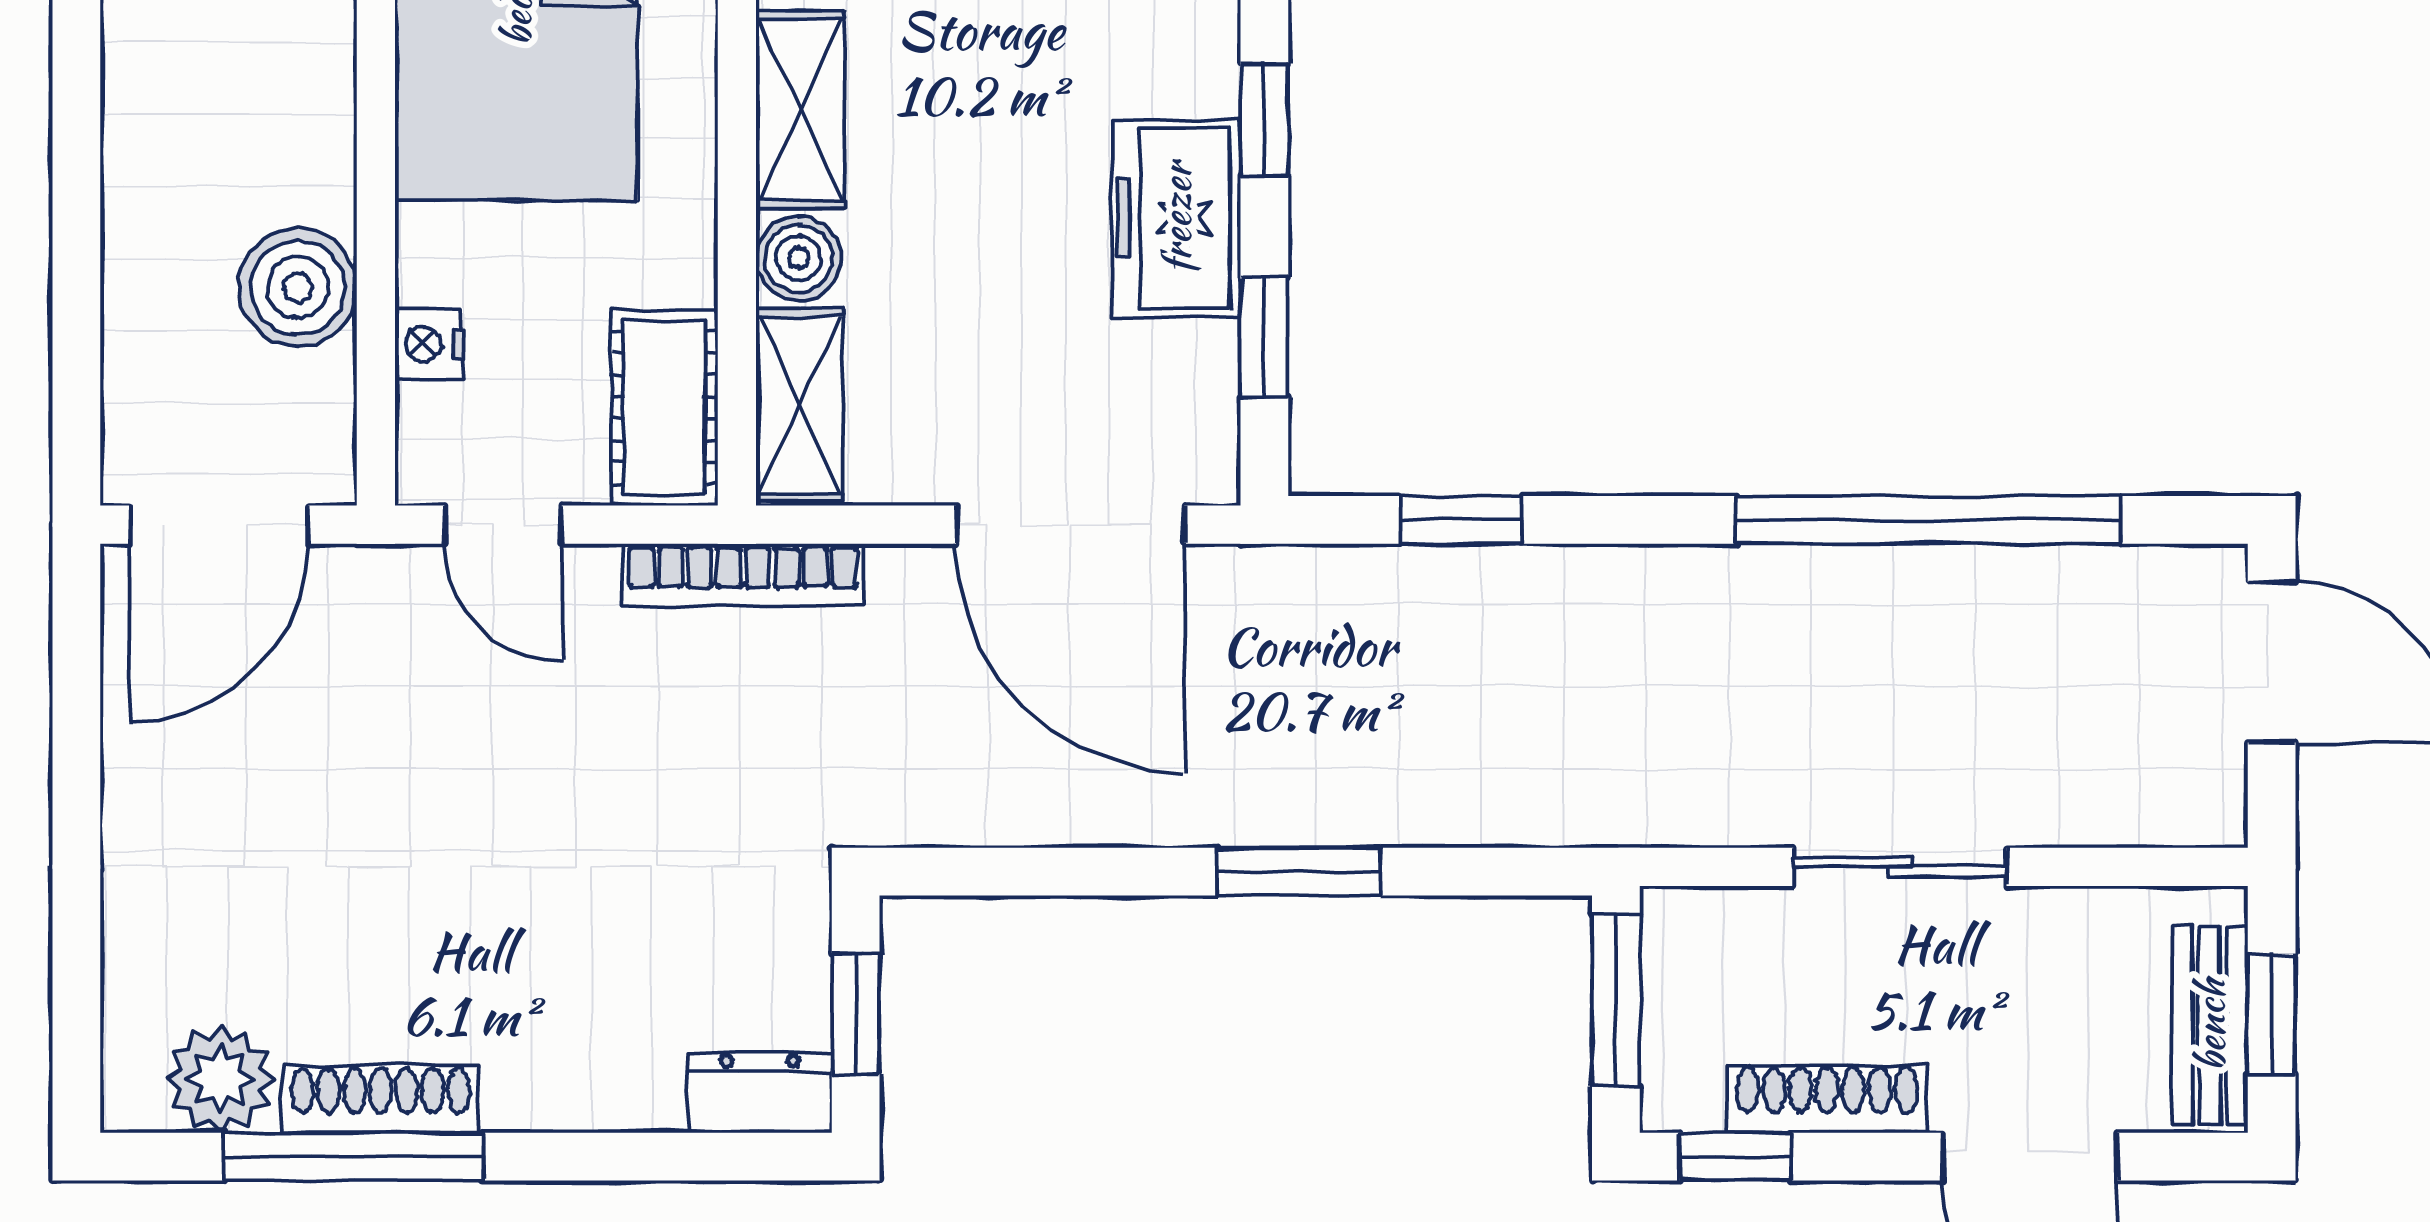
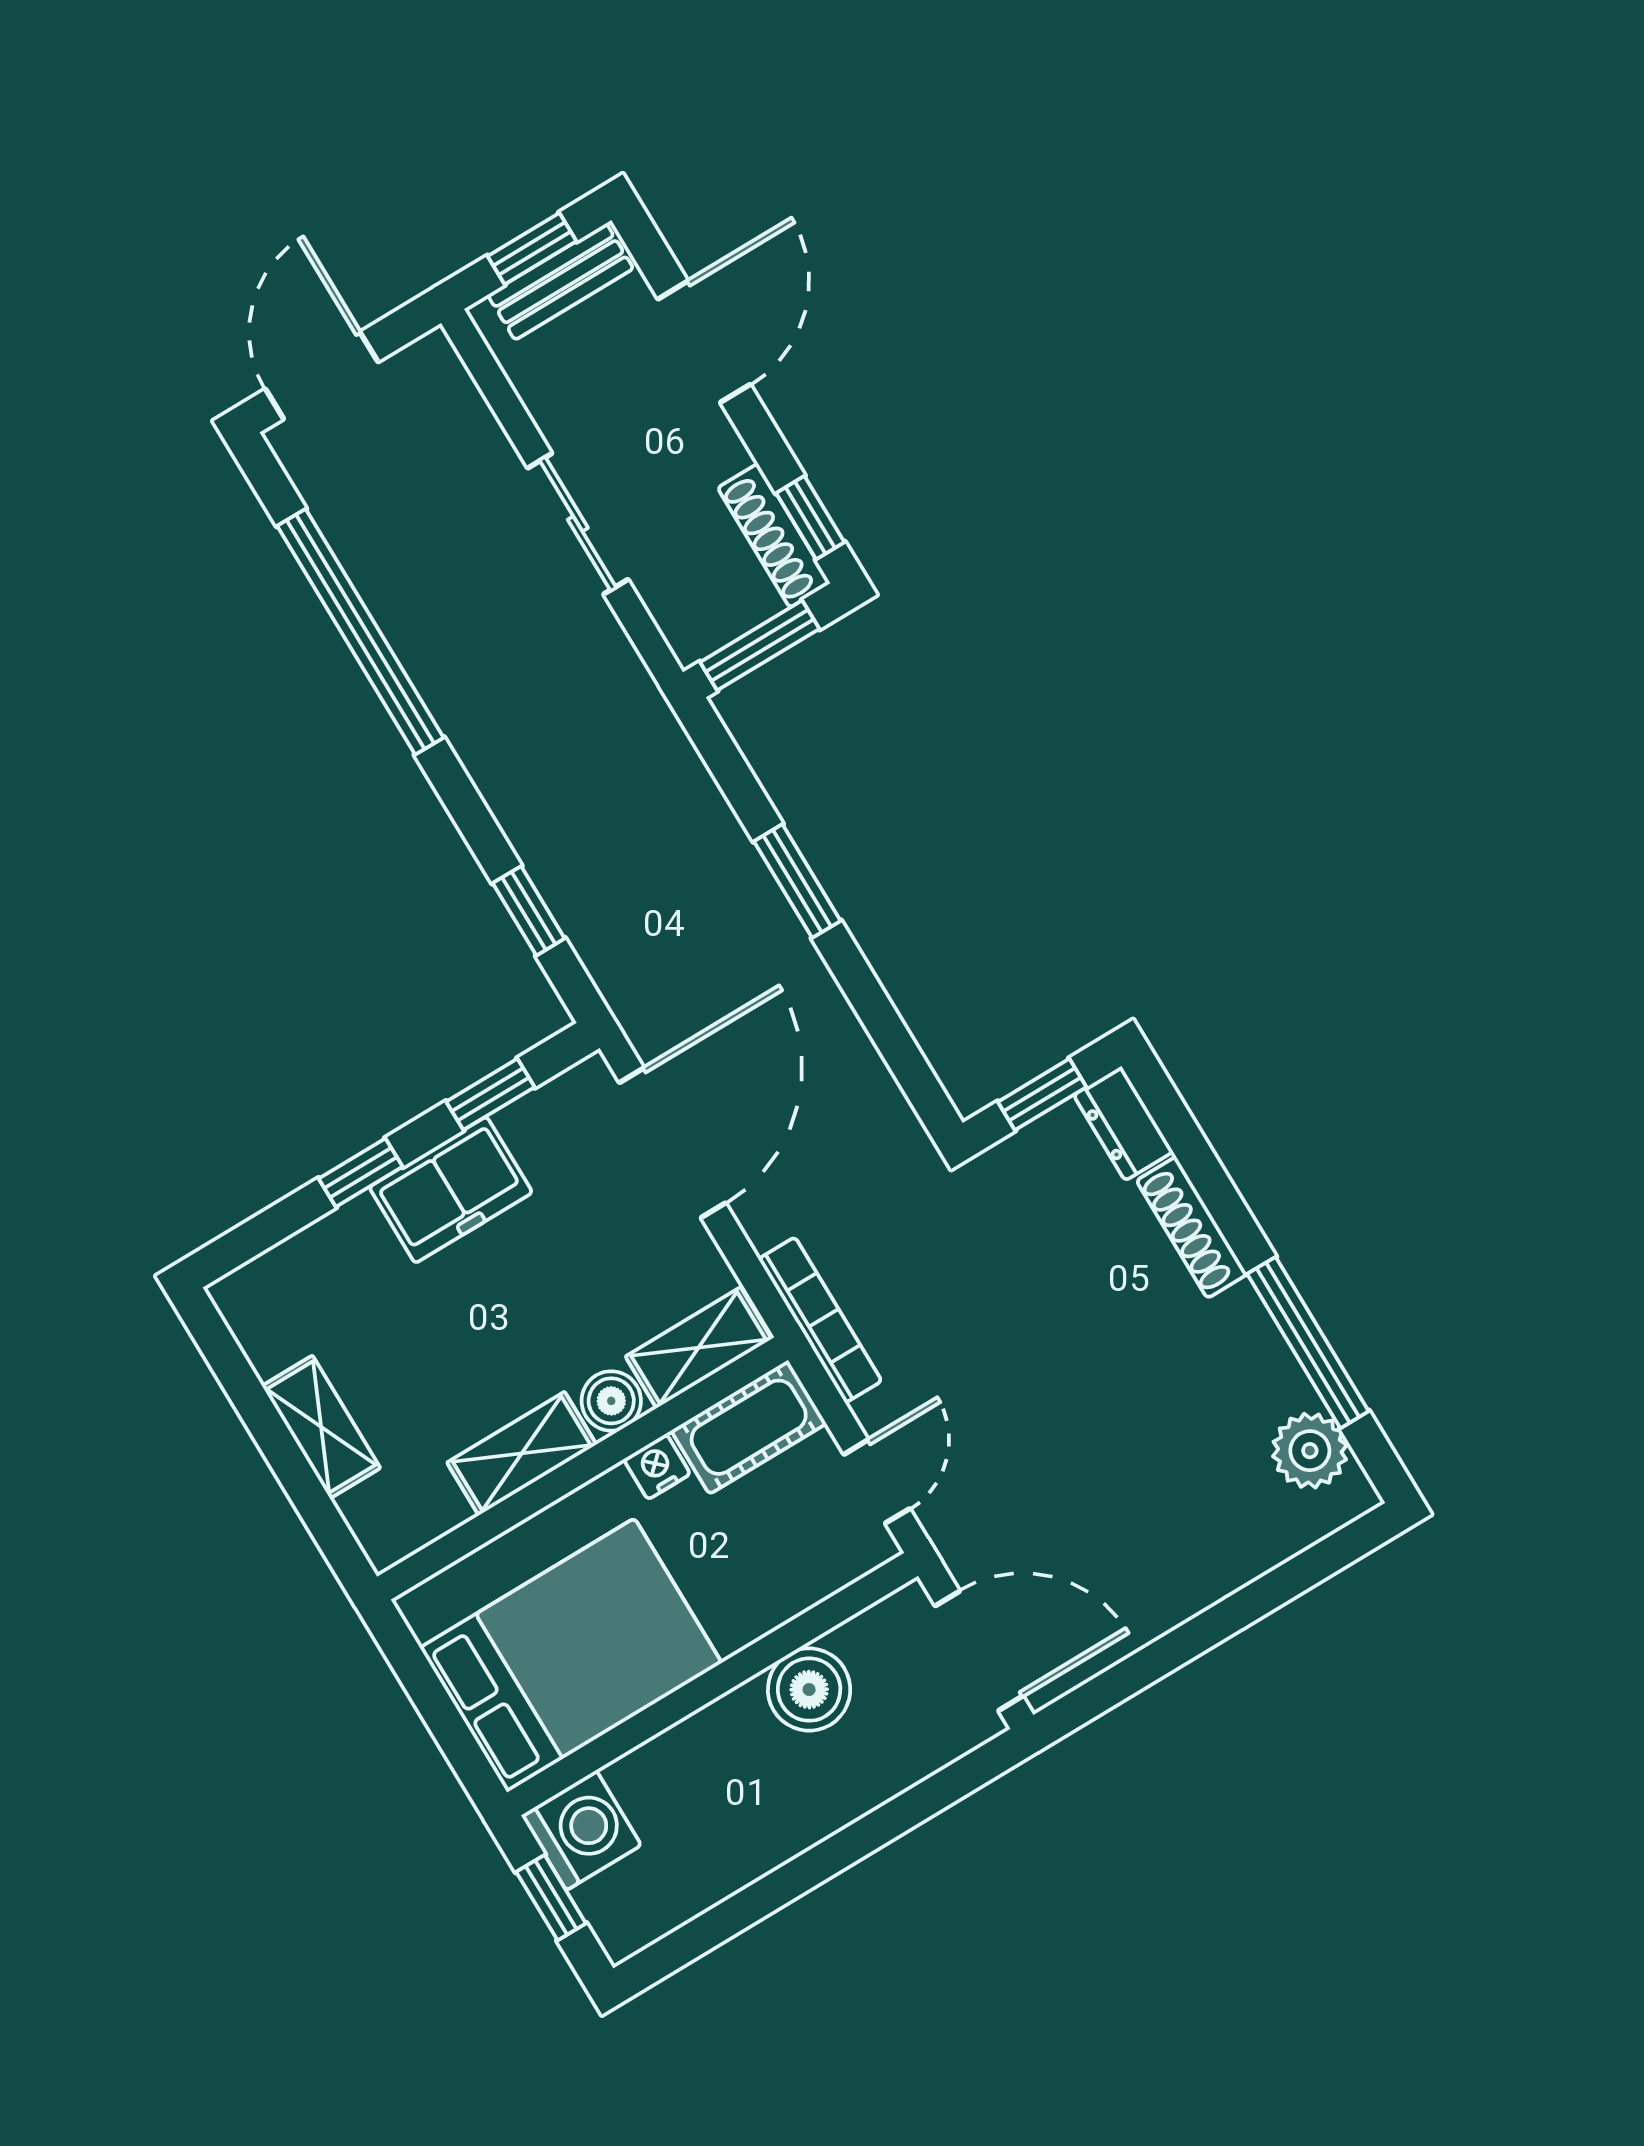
nightstand: (429, 344) -> (657, 1467), moved, turned 180
shoe rack: (381, 1099) -> (1192, 1227), moved
shoe rack: (1827, 1099) -> (774, 536), moved

